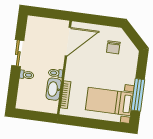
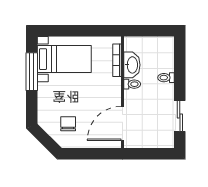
sliding door: (18, 53) -> (180, 116), moved

